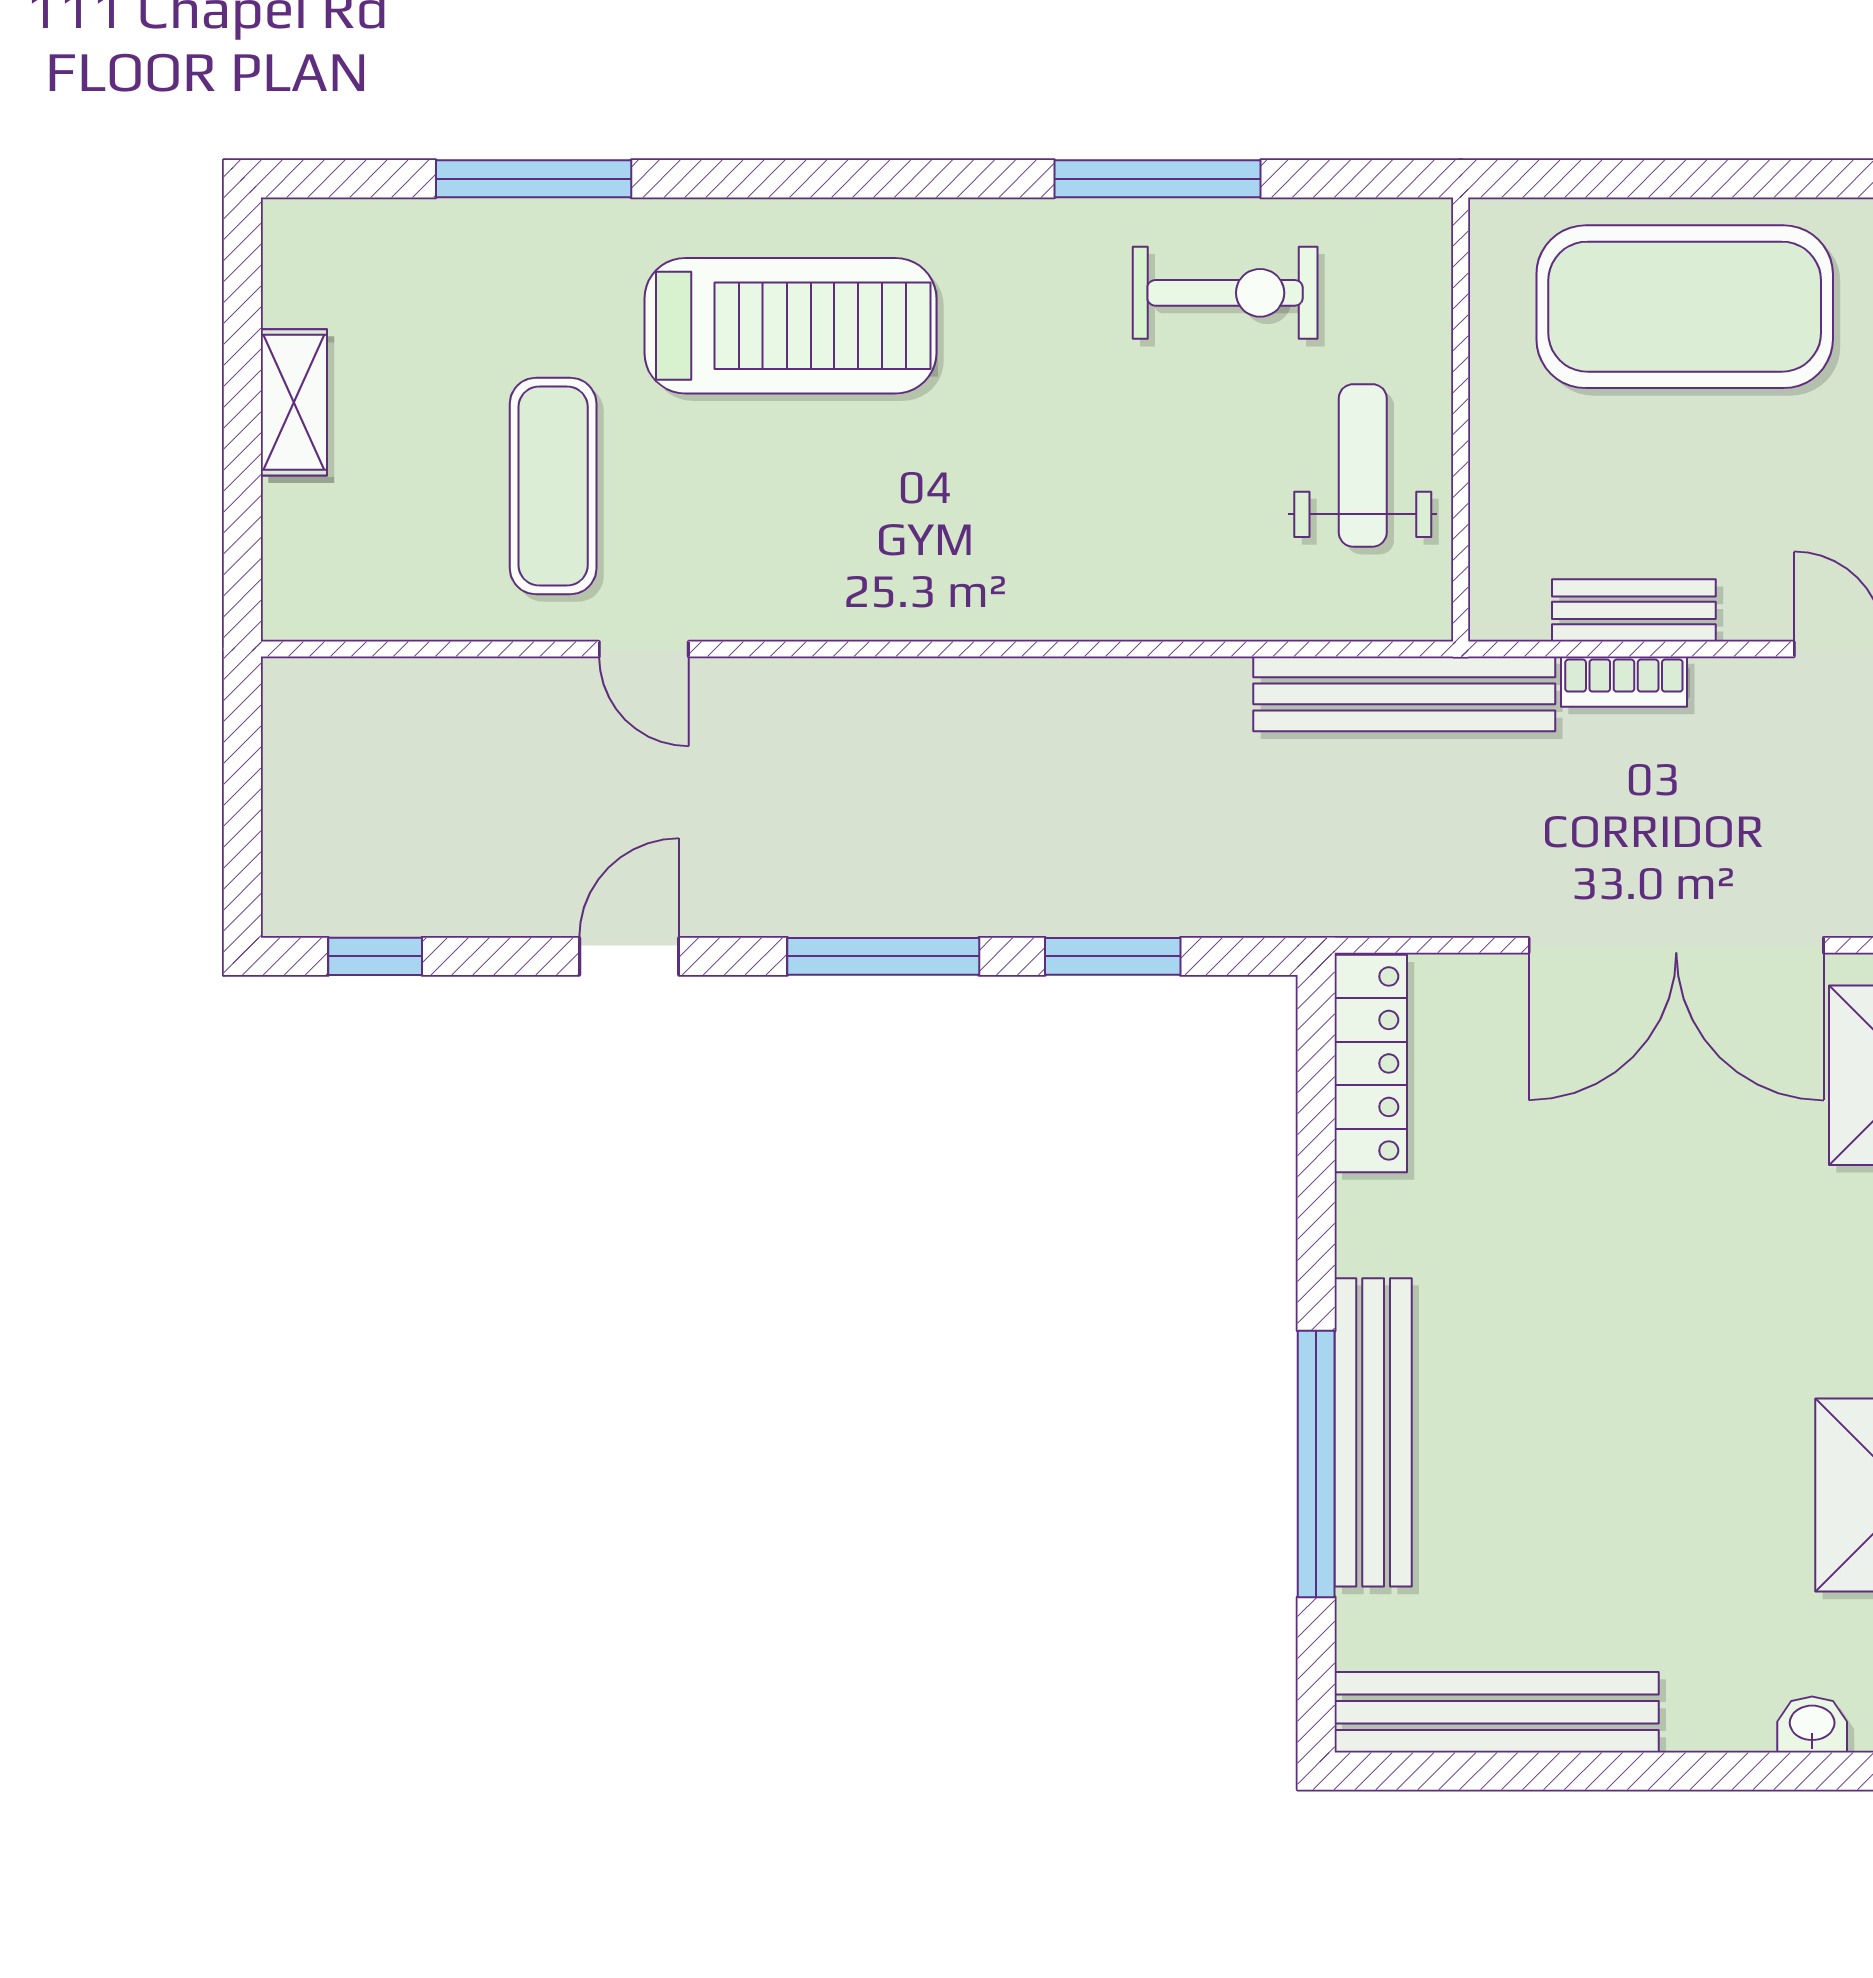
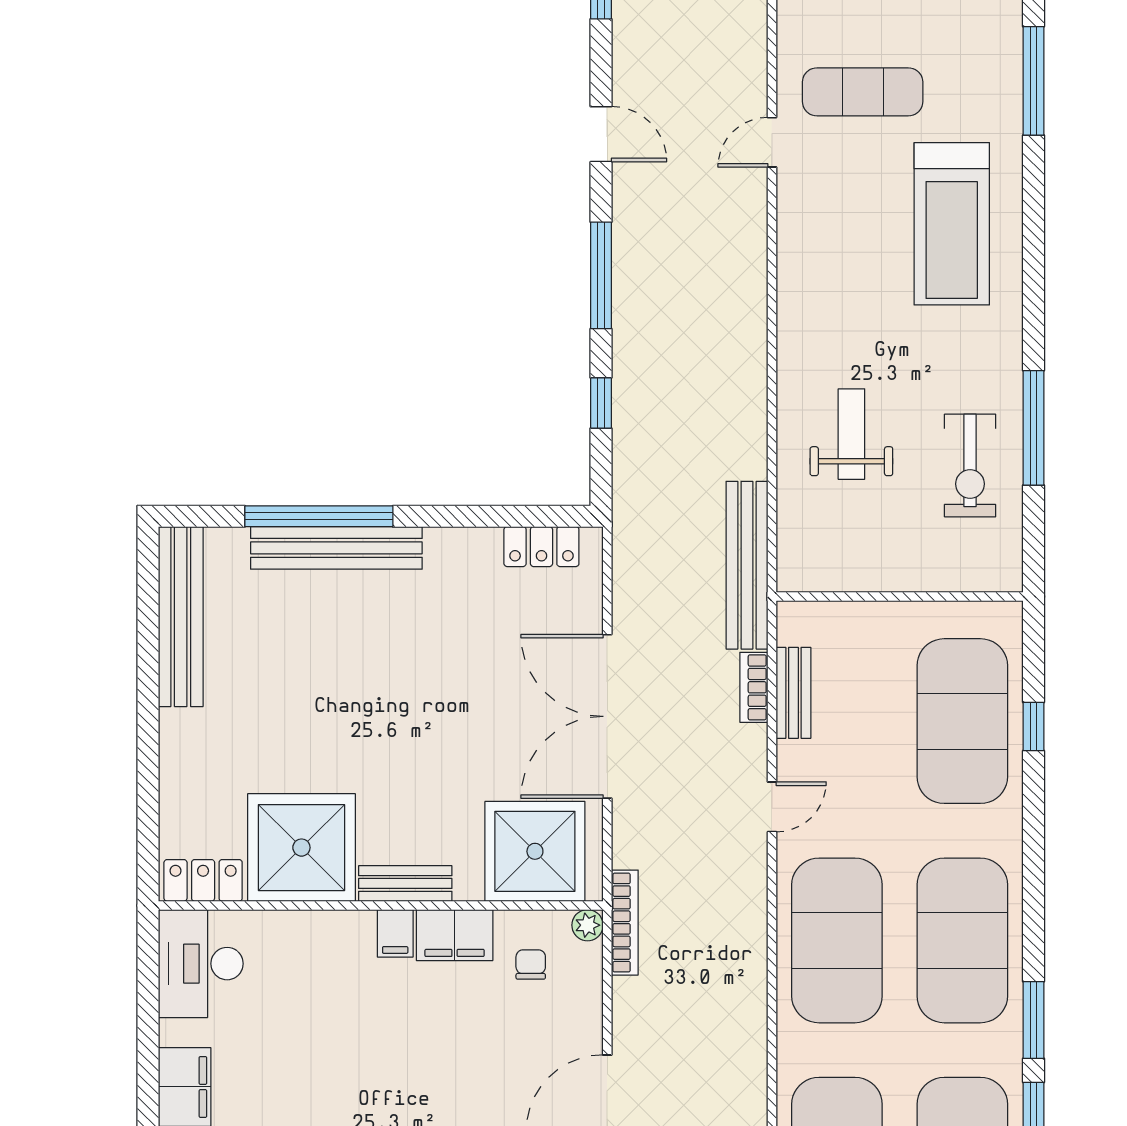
window: (1694, 179) -> (1033, 726), added
weight bench: (1363, 465) -> (851, 434), moved, turned -90
window: (1113, 956) -> (601, 403), width x0.67
locker: (1371, 1063) -> (541, 547), width x0.66
washbasin: (1812, 1724) -> (174, 792), removed

